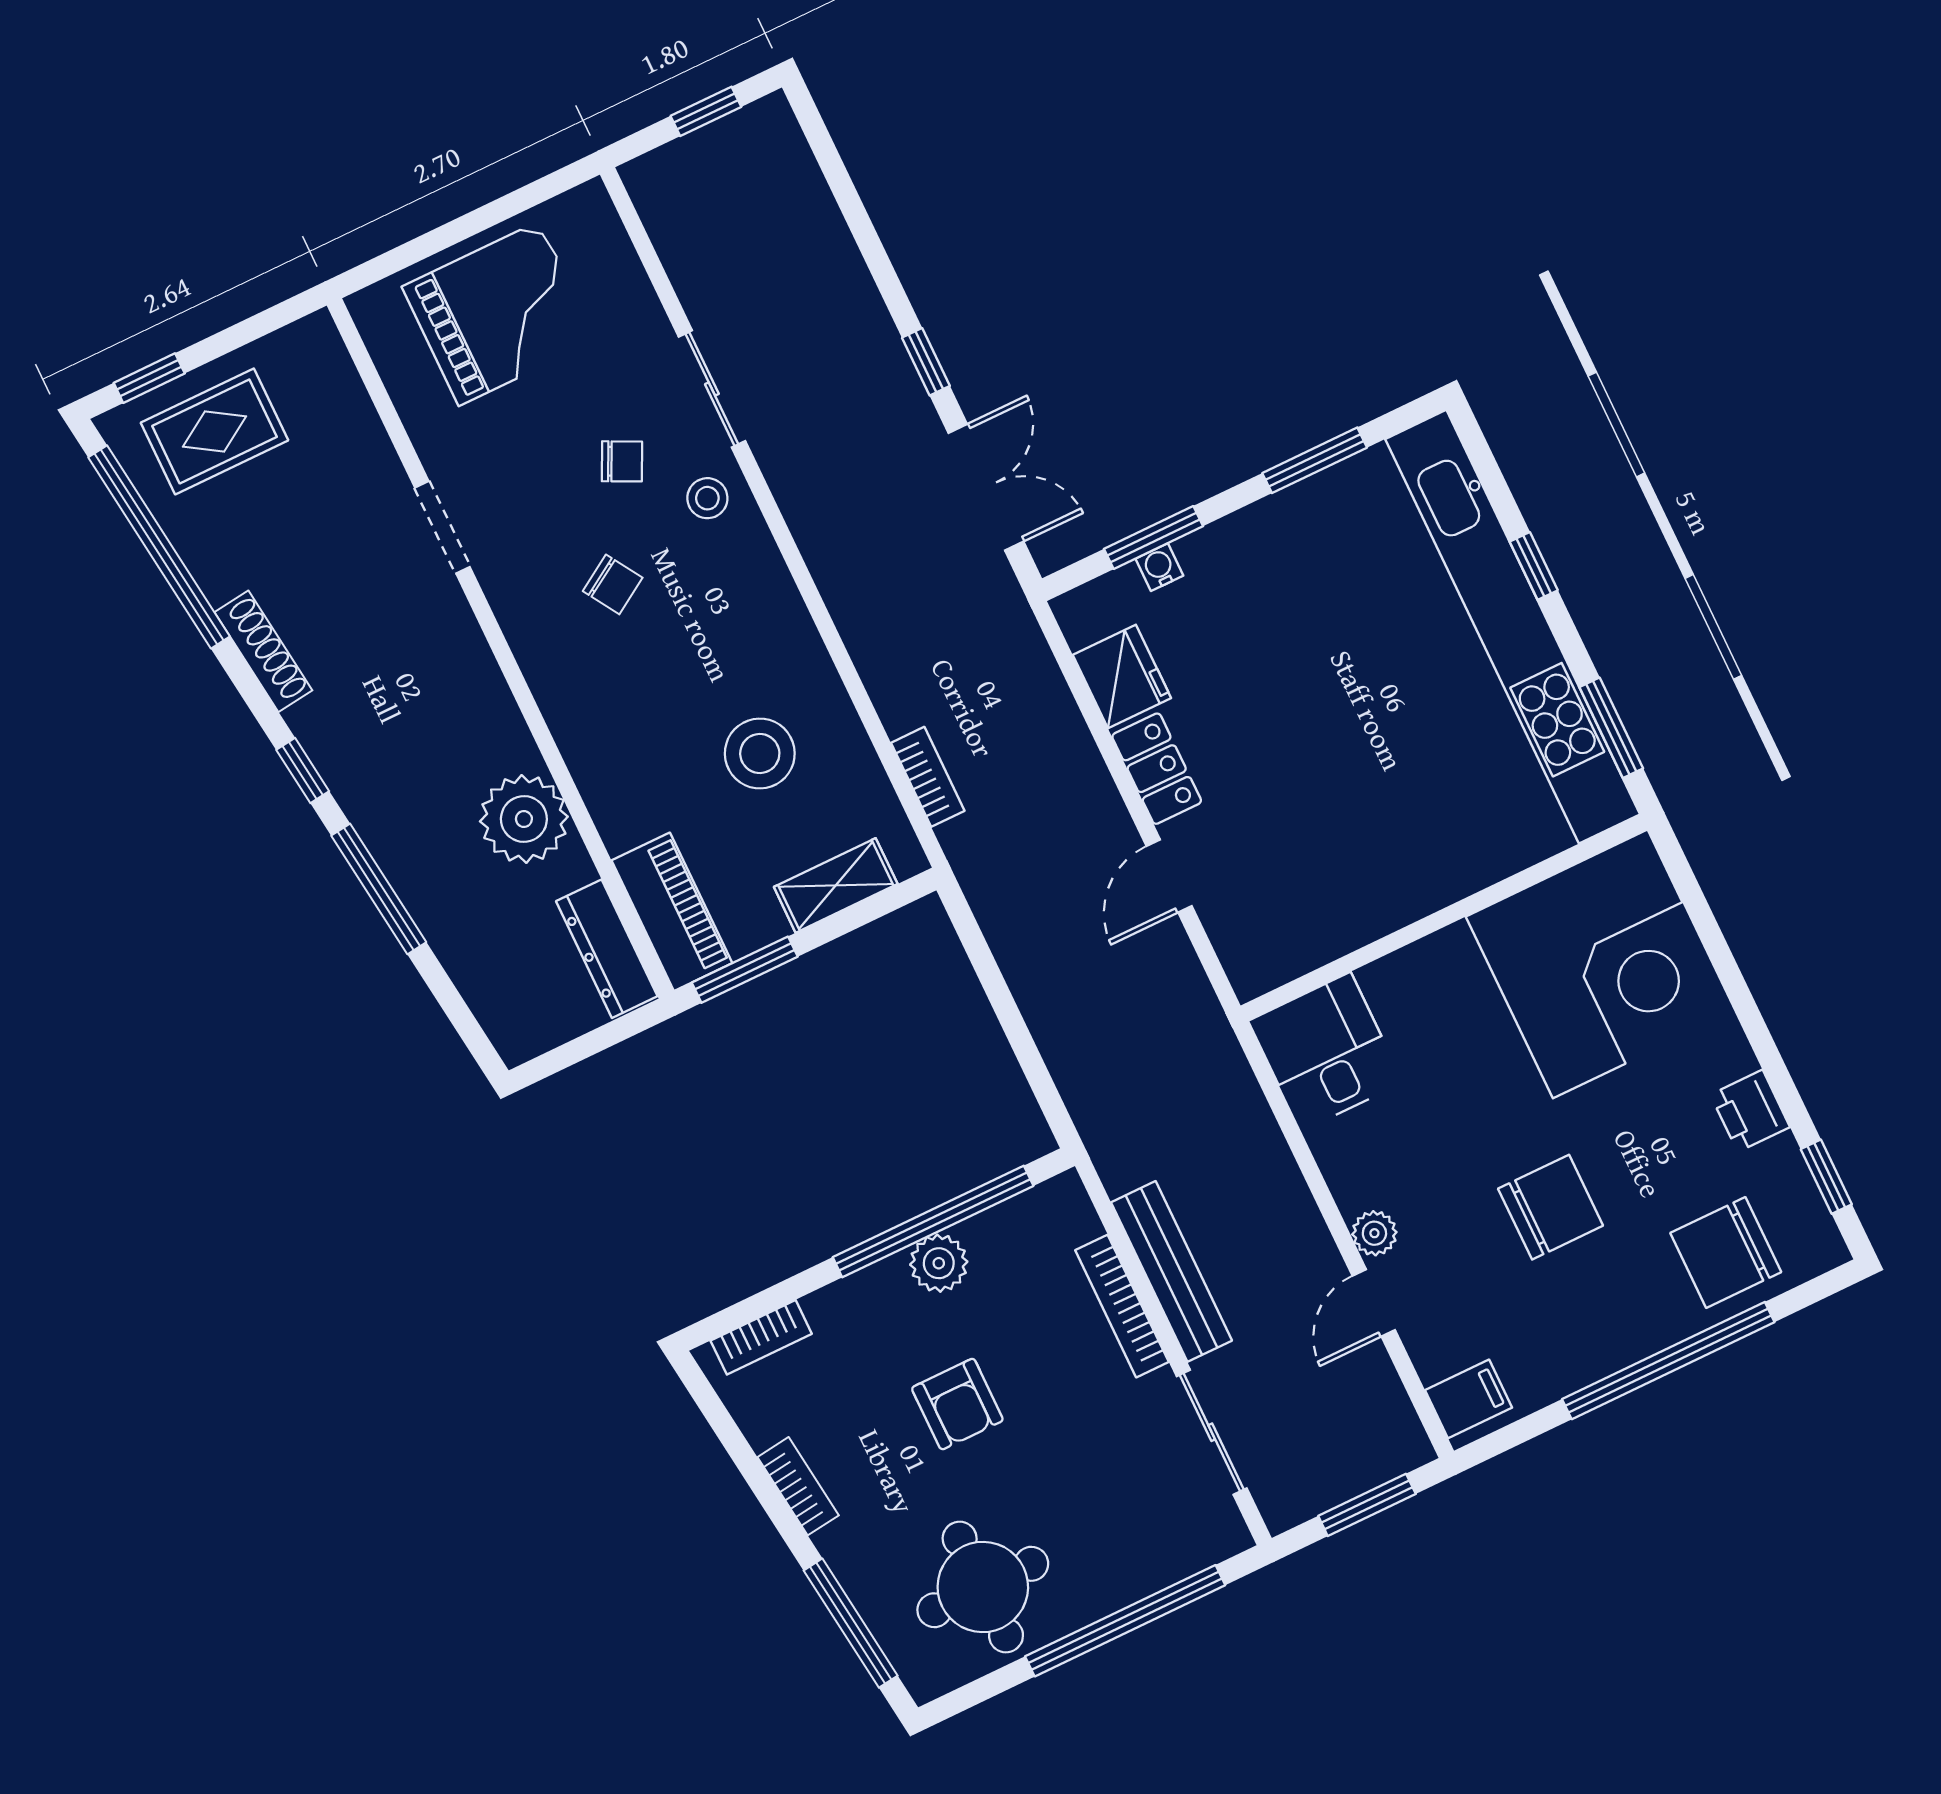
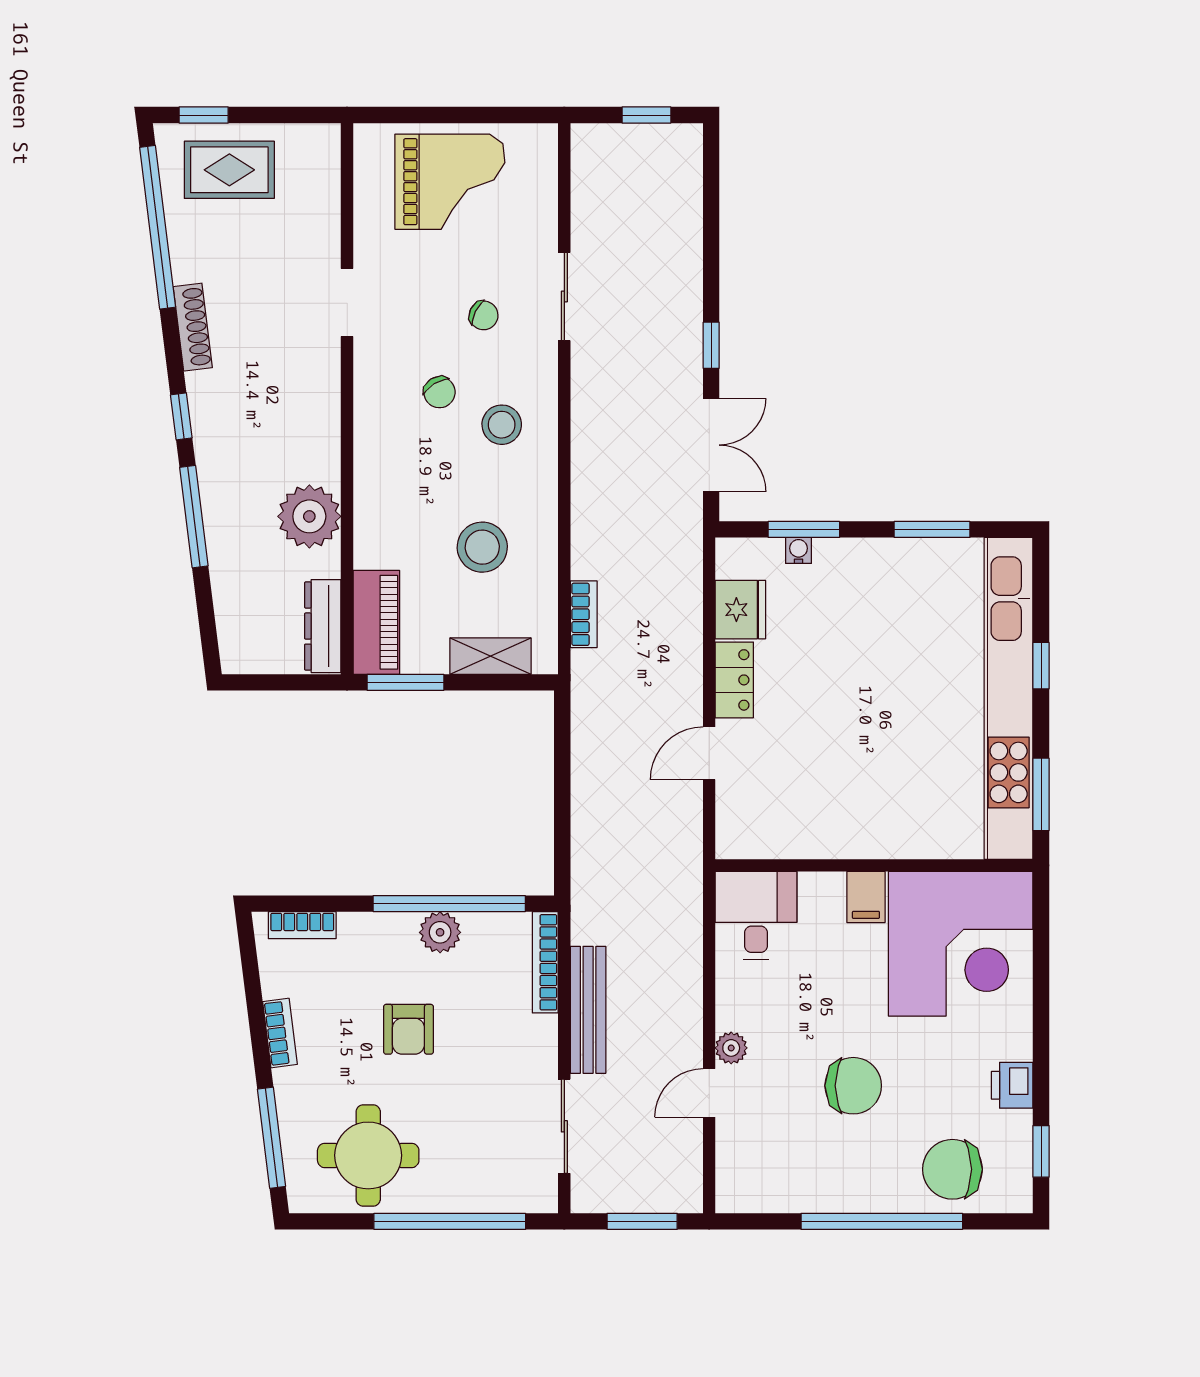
stool: (707, 498) -> (502, 425), moved, width x1.37, depth x1.37
bookcase: (1122, 1306) -> (545, 962), moved
filing cabinet: (1469, 1399) -> (866, 897), moved, turned 90

